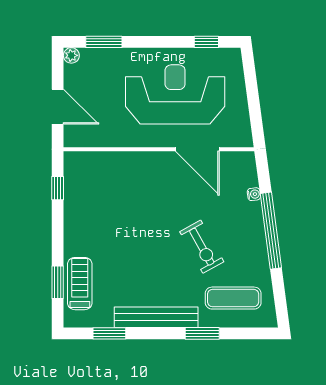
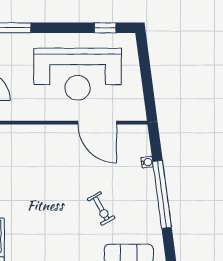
reception desk: (175, 94) -> (78, 74), turned 180
exercise bike: (202, 247) -> (101, 208), width x0.73, depth x0.72

